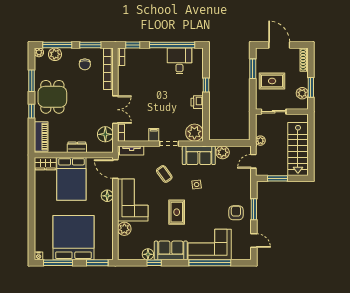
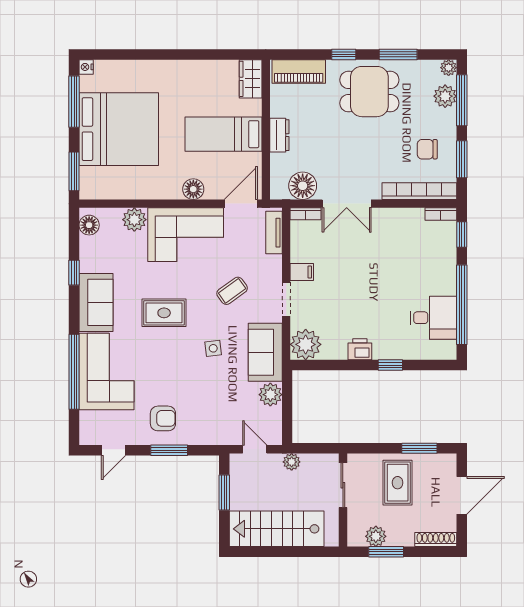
bed: (71, 179) -> (223, 134), width x0.67
floor lamp: (148, 254) -> (89, 225), moved

